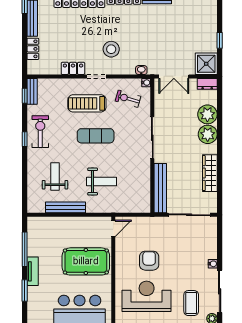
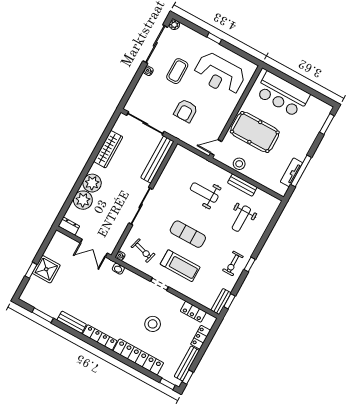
window: (220, 40) -> (31, 270), moved
stool: (111, 49) -> (153, 324), moved
shower: (206, 64) -> (46, 269), moved
locker: (73, 68) -> (193, 312), moved
double door: (174, 76) -> (94, 248), swing flipped
exercise bike: (40, 132) -> (233, 263), width x0.73, depth x0.72
bench: (65, 207) -> (242, 185), width x0.73
stool: (84, 225) -> (239, 164), added
armchair: (149, 261) -> (186, 111), moved
tv unit: (33, 271) -> (291, 172), moved
window: (25, 290) -> (327, 124), moved
coffee table: (191, 303) -> (177, 71), moved

